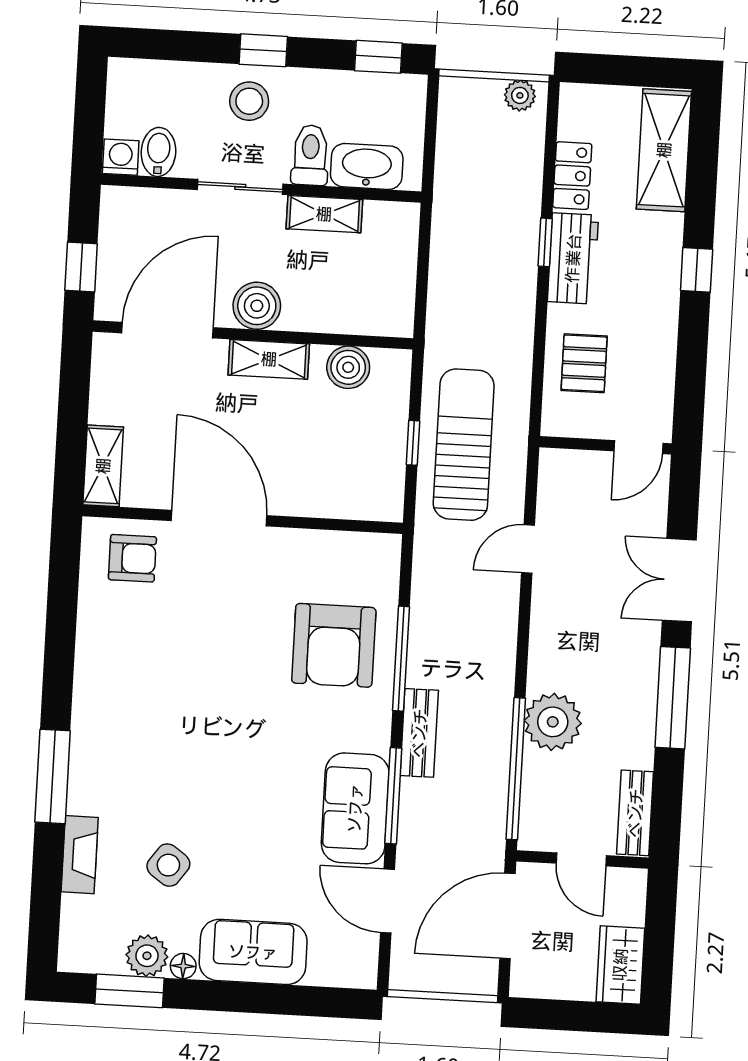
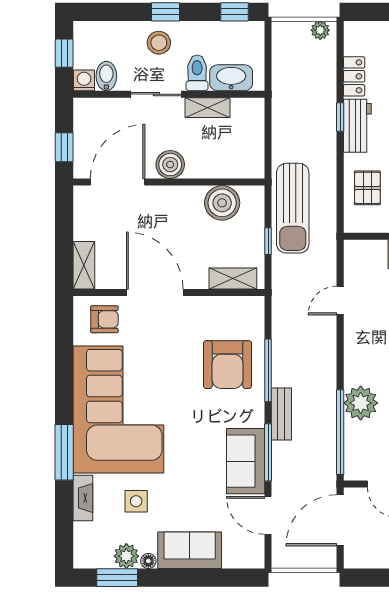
window: (90, 110) -> (64, 53), added
shelving: (269, 359) -> (233, 278), moved
boiler: (348, 367) -> (222, 203), width x1.37, depth x1.37
sun lounger: (464, 445) -> (293, 208), moved, turned 180
corner sofa: (147, 710) -> (118, 410), added
side table: (168, 865) -> (136, 501), turned -36

